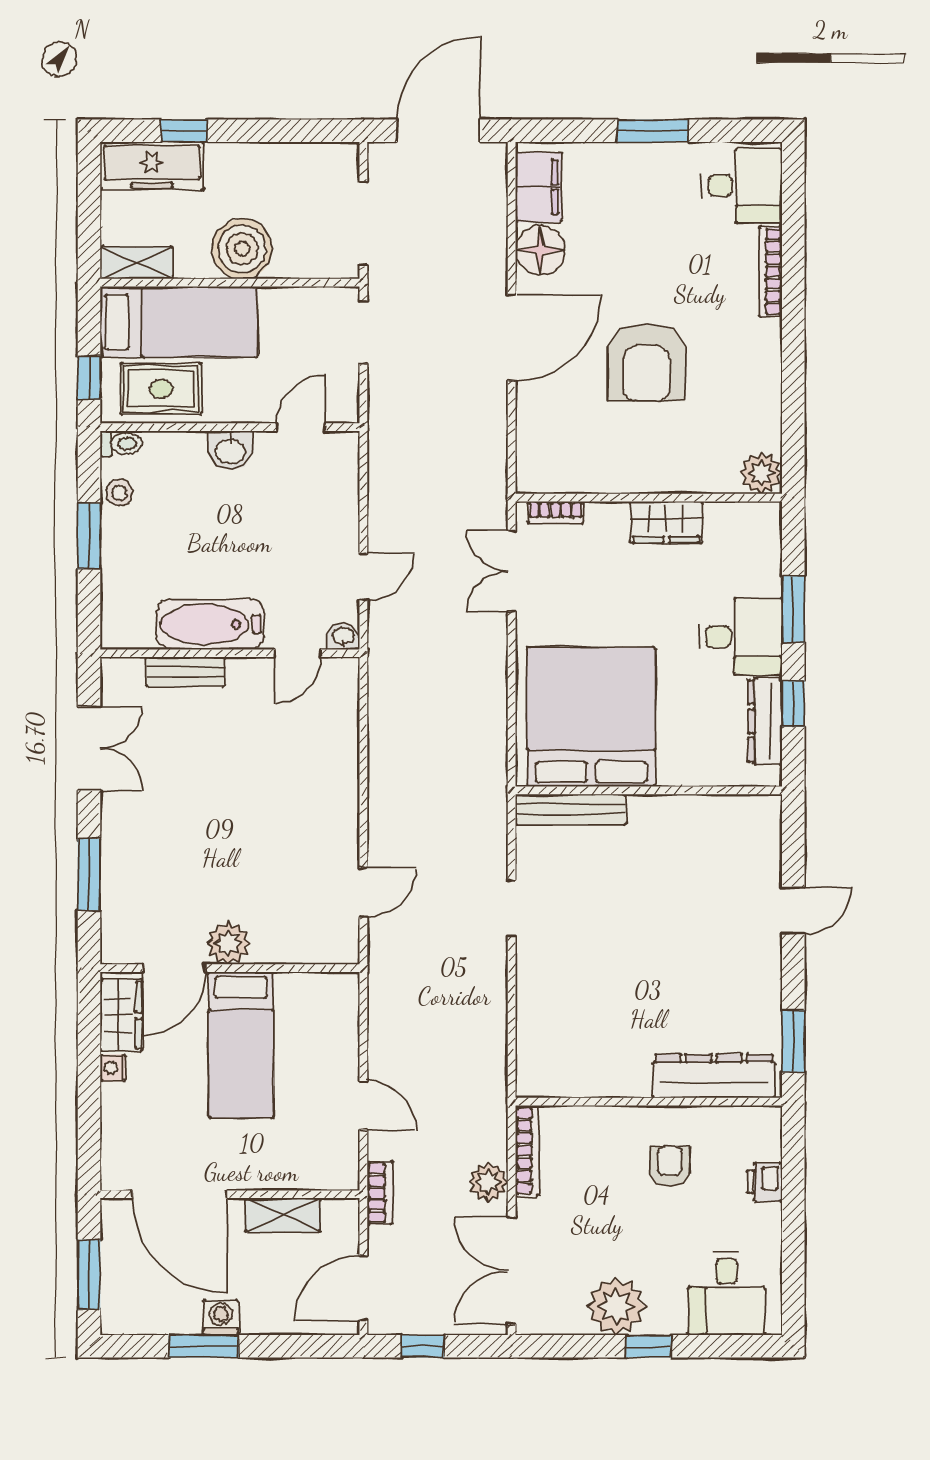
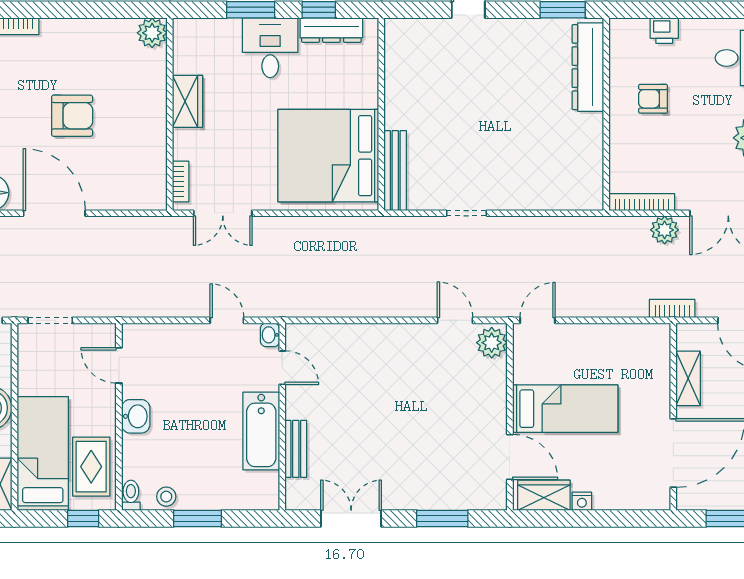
armchair: (647, 362) -> (72, 116), width x0.73, depth x0.73
plant: (228, 943) -> (492, 343), moved
door: (363, 1105) -> (538, 320), moved

